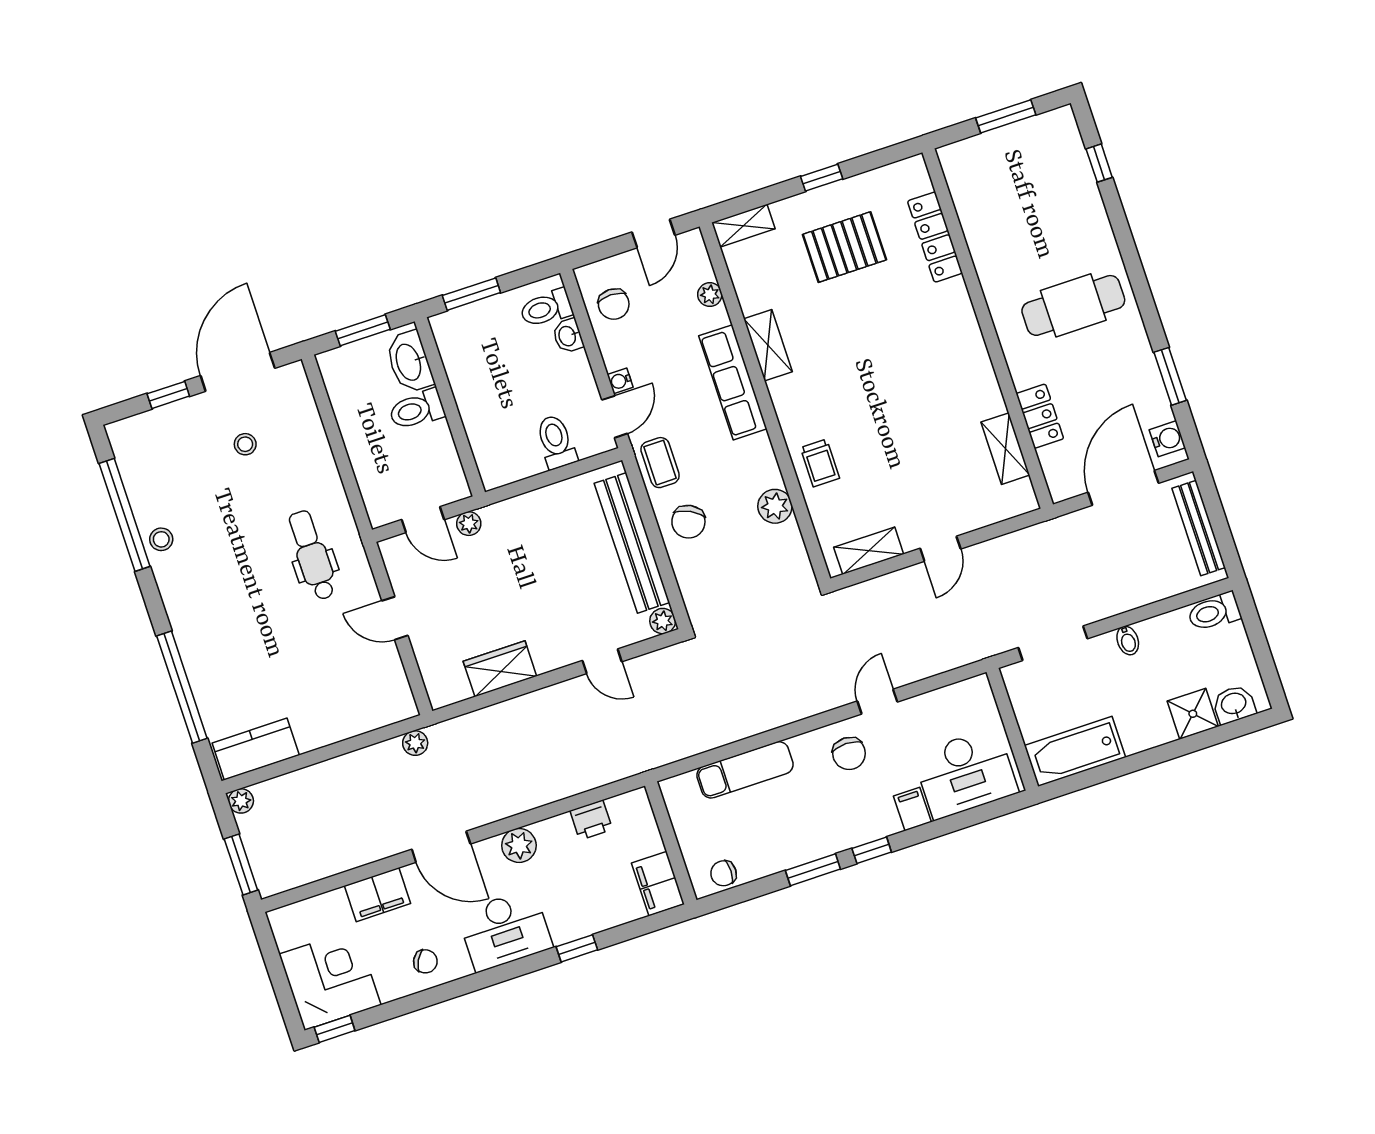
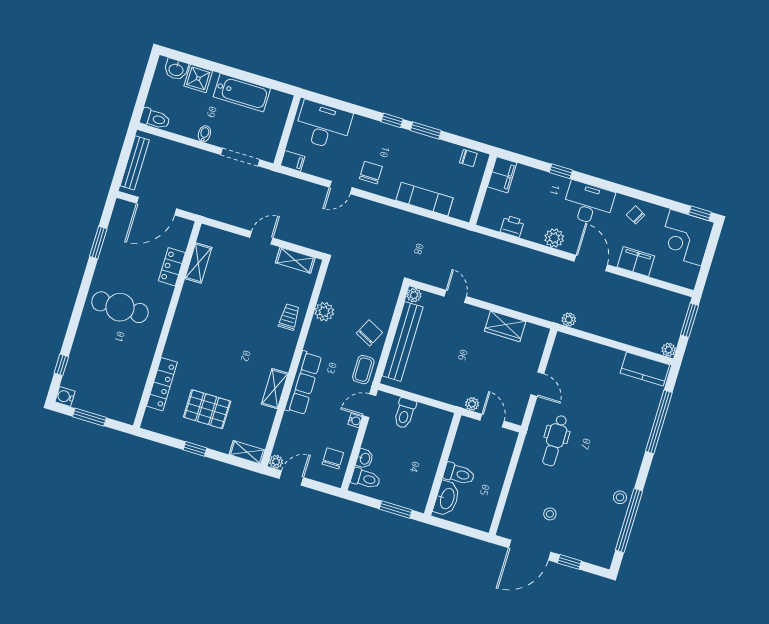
plant: (710, 295) -> (276, 462), moved
window: (363, 330) -> (458, 528), removed
water cooler: (1167, 439) -> (65, 397), moved
bathtub: (1075, 751) -> (242, 93), moved
filing cabinet: (912, 809) -> (293, 161), moved, turned -90

